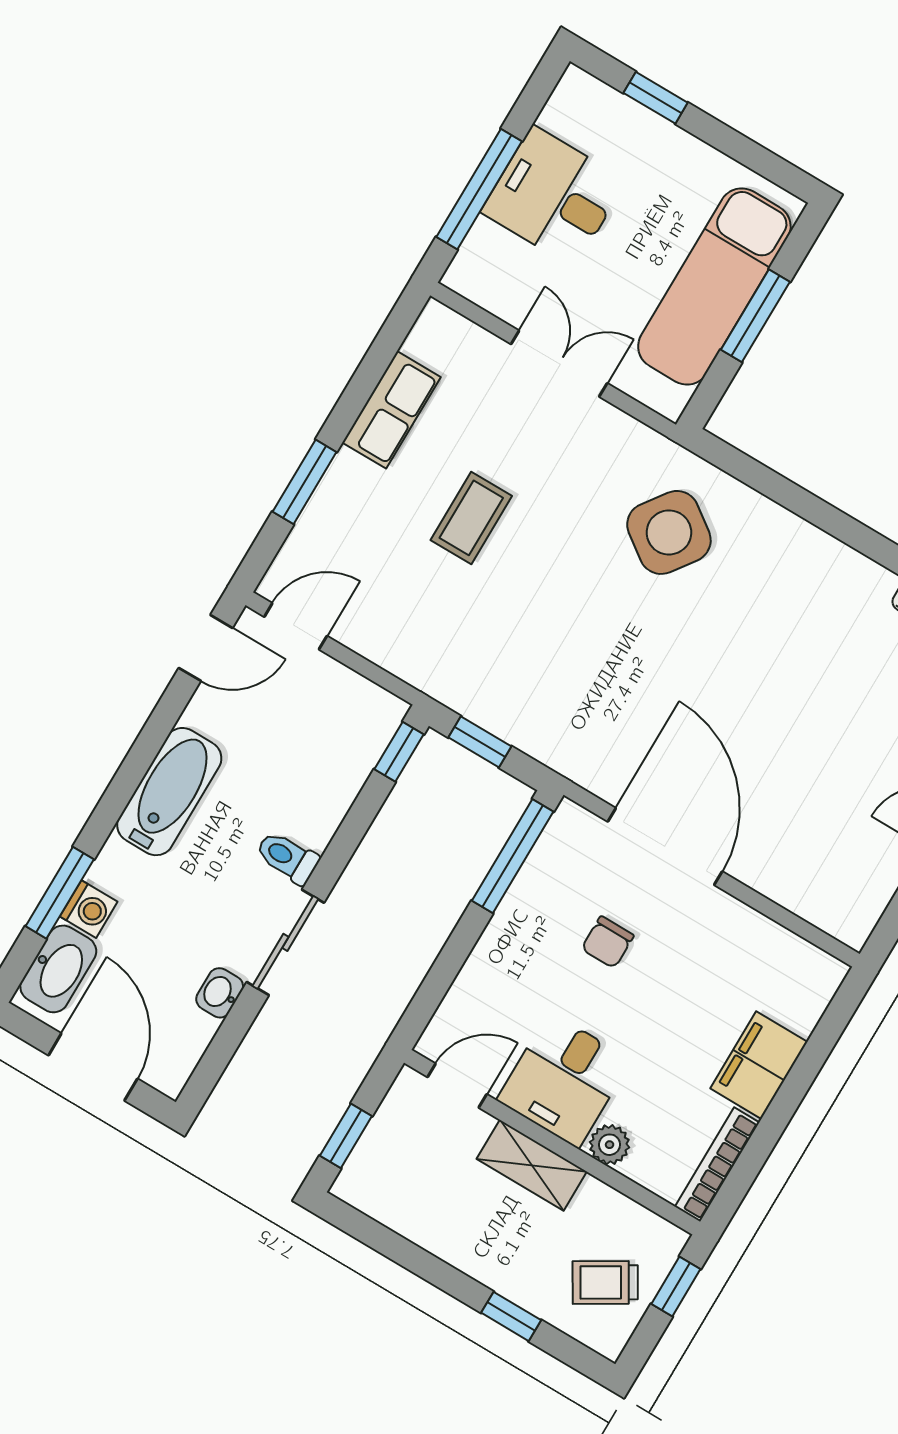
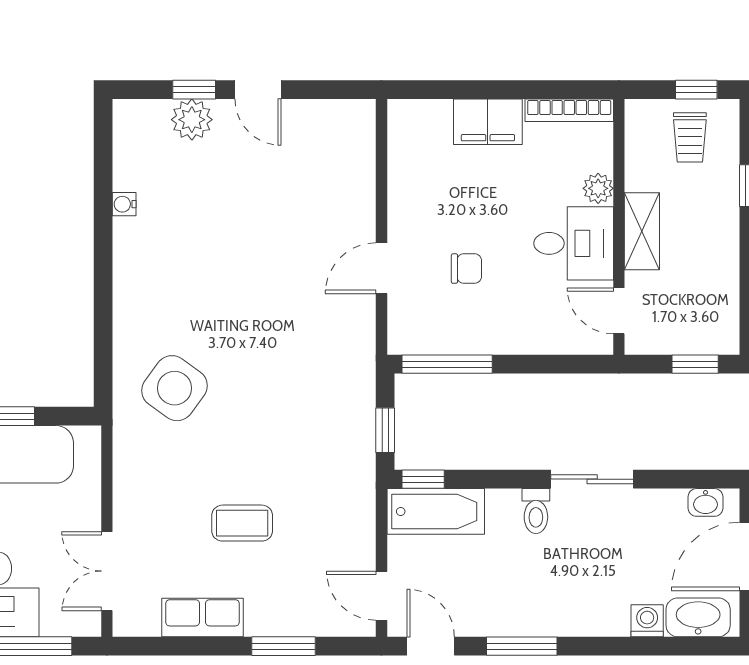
double door: (559, 364) -> (107, 571), moved
bathtub: (169, 792) -> (436, 511), moved, turned 180
door: (665, 847) -> (381, 268), width x0.53
window: (60, 893) -> (522, 646), moved
washbasin: (220, 993) -> (706, 502), moved
trolley: (605, 1282) -> (690, 137), turned 31
window: (676, 1286) -> (696, 90), moved

